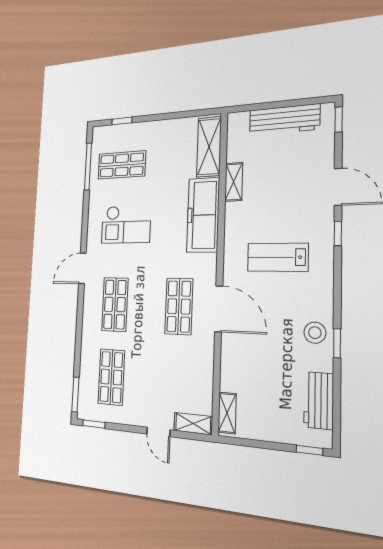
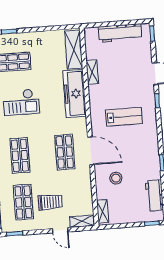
lab bench: (278, 257) -> (124, 117), turned 180
stool: (315, 333) -> (116, 178), moved
trolley: (149, 384) -> (50, 202), added

